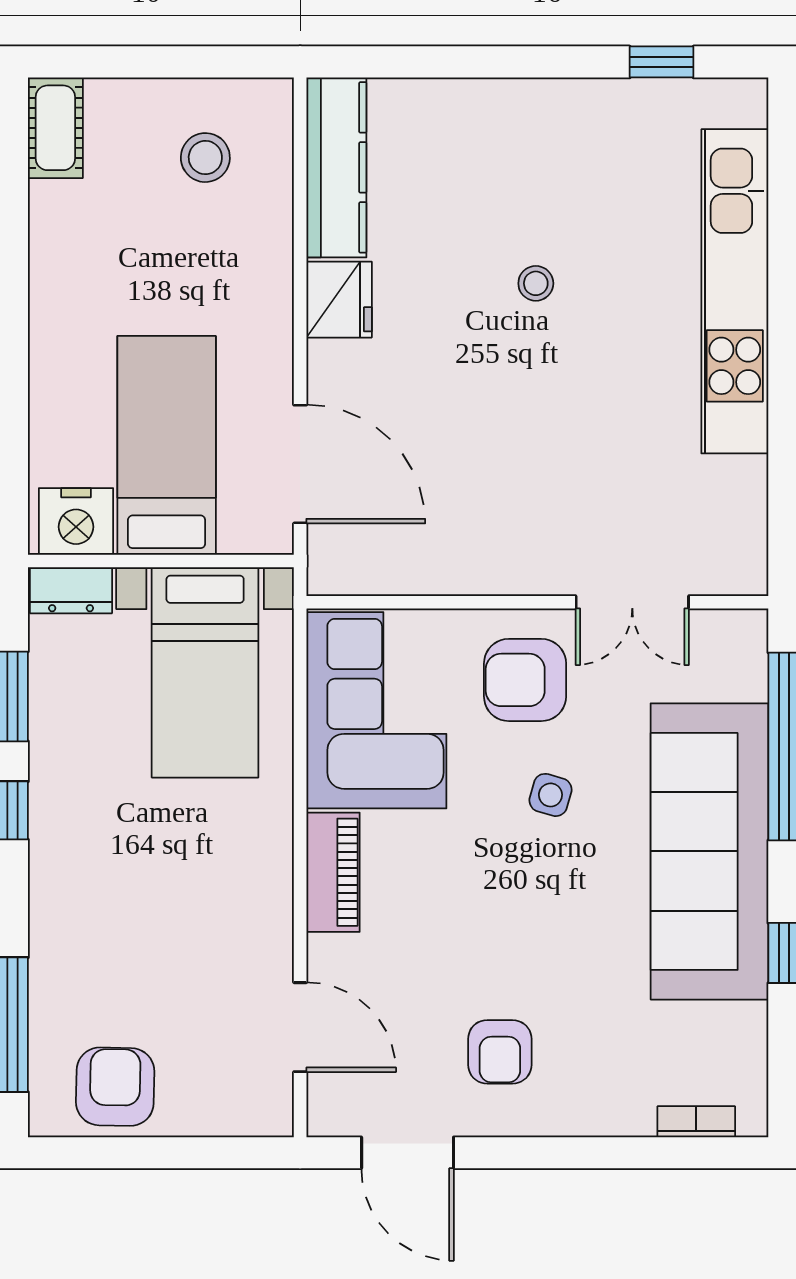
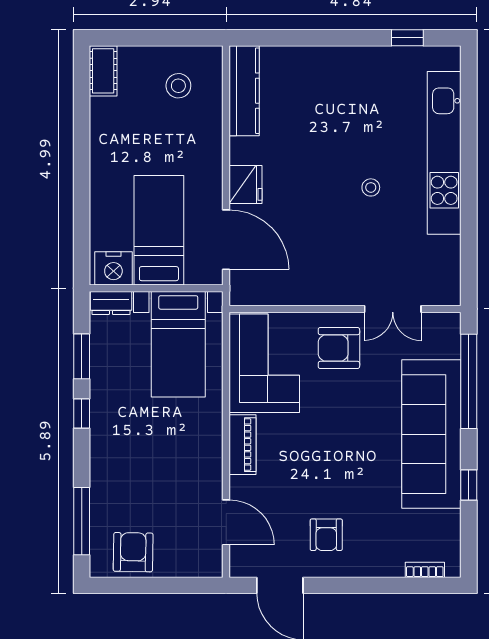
stool: (536, 283) -> (371, 187), moved
fridge: (339, 300) -> (246, 184), moved
side table: (550, 795) -> (352, 406), removed

